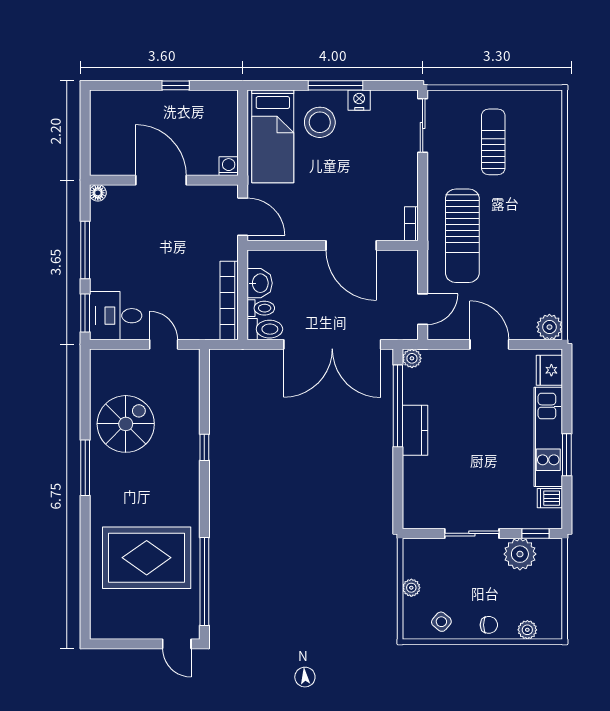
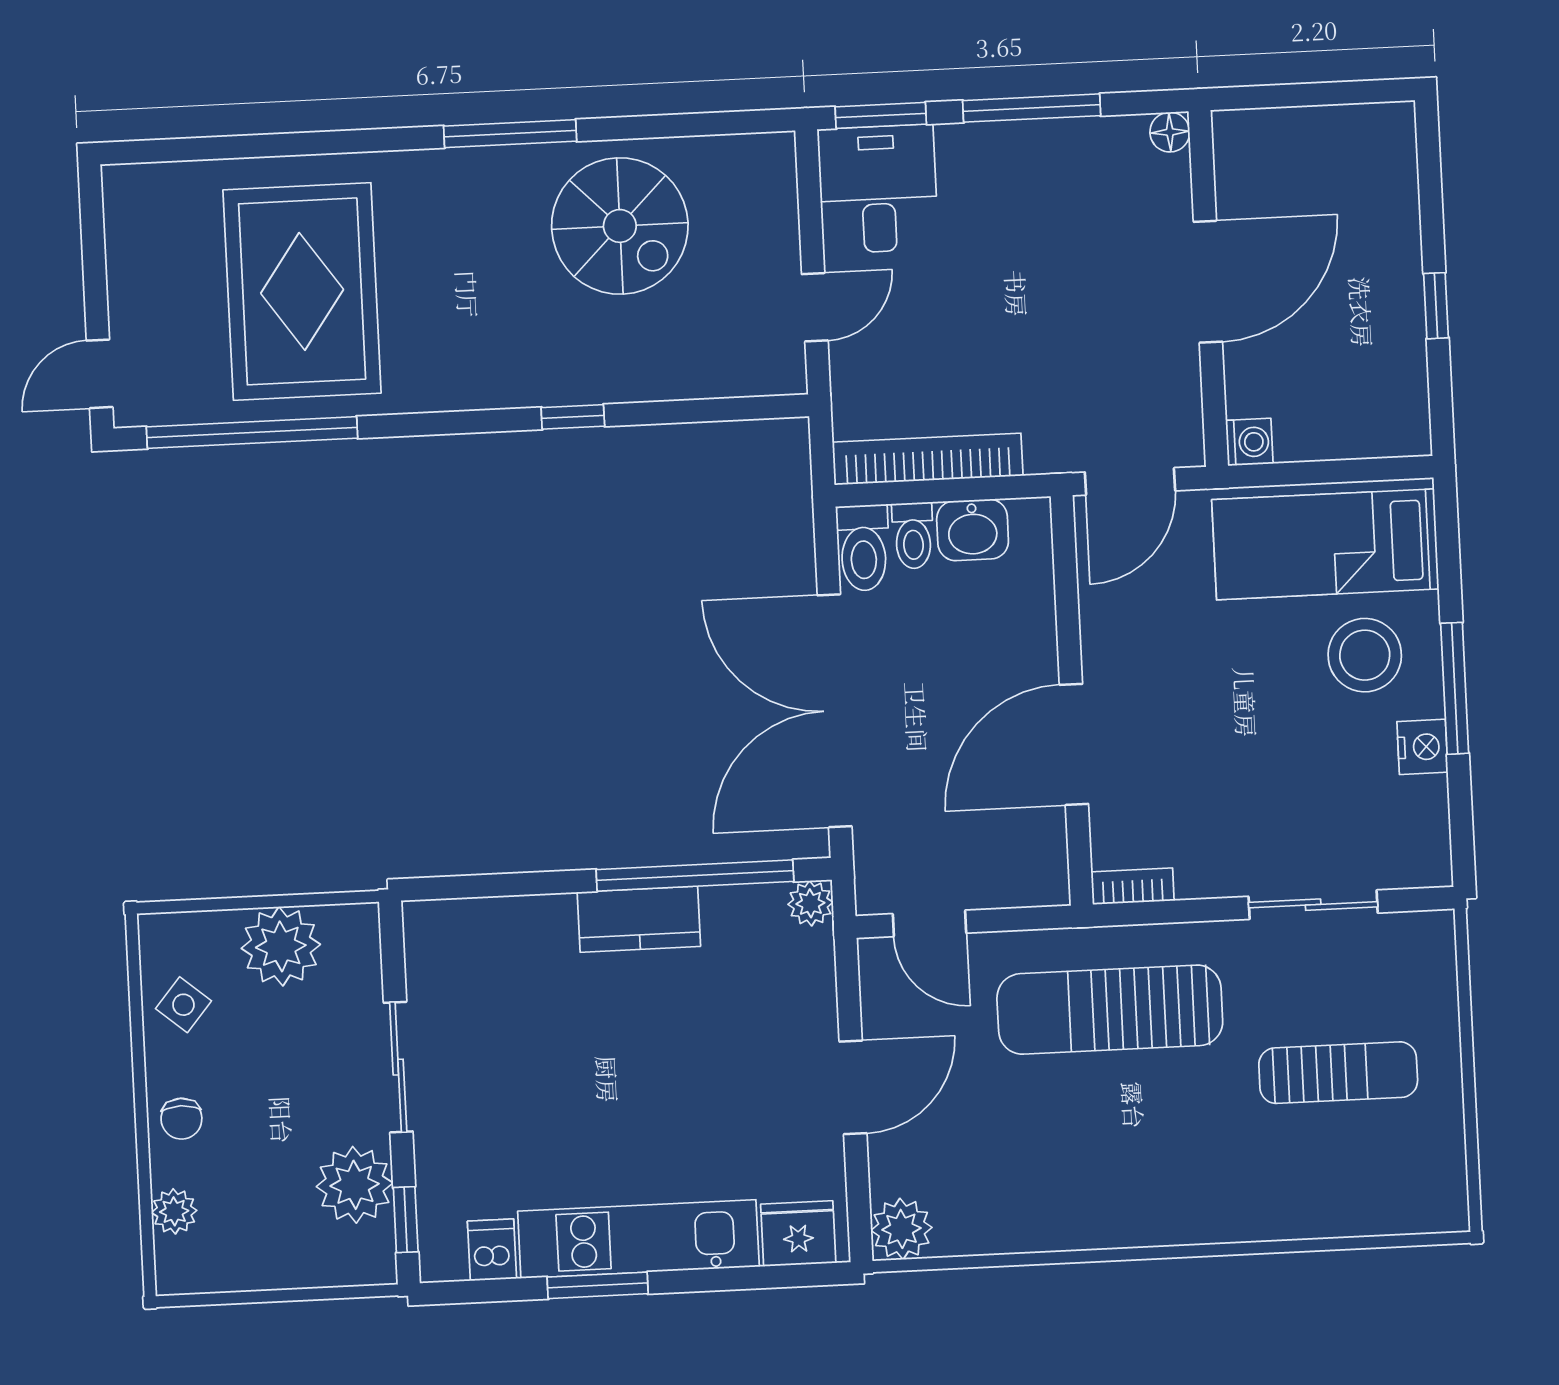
sliding door: (423, 126) -> (1313, 905), moved
plant: (411, 588) -> (281, 946), width x1.88, depth x1.88

